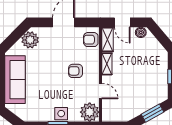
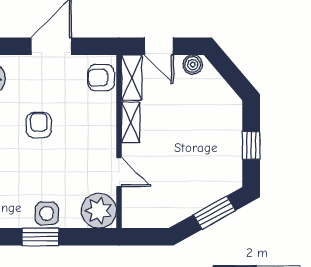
armchair: (76, 71) -> (39, 125), moved, turned 90

